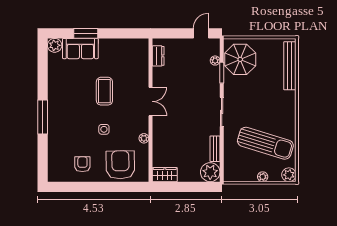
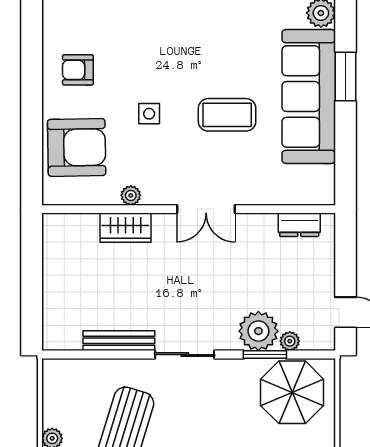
sofa: (80, 49) -> (309, 96), width x1.85, depth x1.27
bench: (215, 149) -> (119, 341), width x1.36
armchair: (82, 164) -> (78, 70), turned 180
plant: (210, 172) -> (258, 331), moved
wardrobe: (165, 175) -> (125, 228), moved, turned 90

